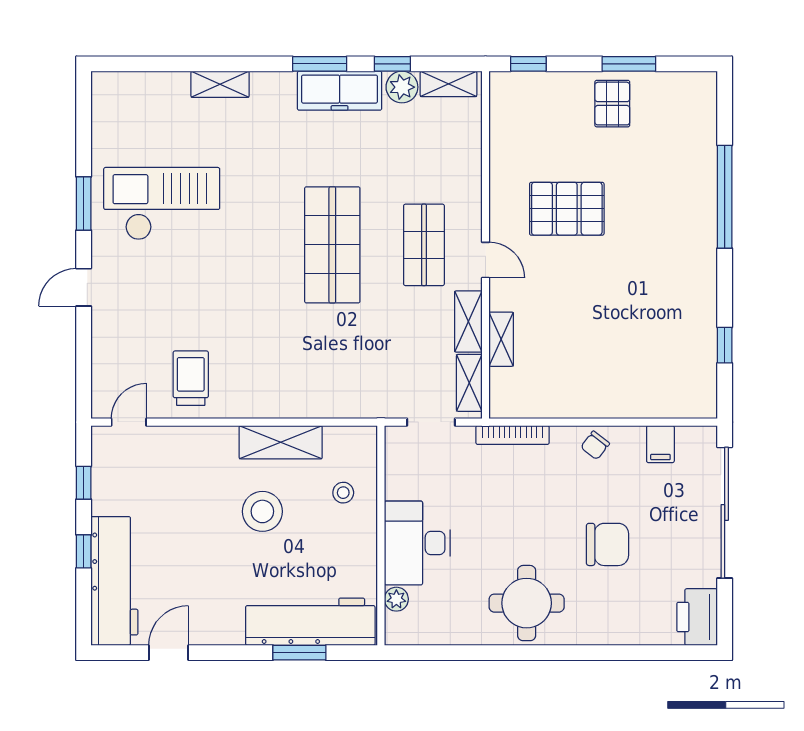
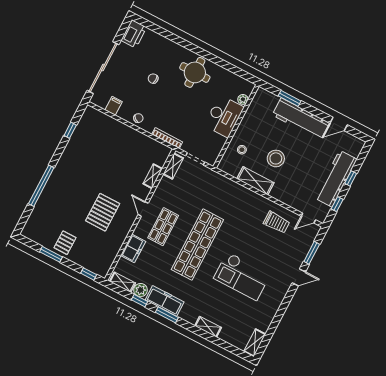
freezer: (463, 166) -> (133, 248), added
window: (84, 204) -> (312, 253), moved
checkout: (162, 204) -> (242, 276), moved
pallet: (567, 209) -> (103, 212), turned 90
shop shelf: (332, 245) -> (197, 245), width x1.40
shelving: (468, 321) -> (255, 343), moved
trolley: (191, 378) -> (277, 222), turned -90
chair: (607, 544) -> (153, 79), width x0.54, depth x0.54
workbench: (114, 581) -> (336, 179), moved
workbench: (310, 622) -> (301, 119), moved

